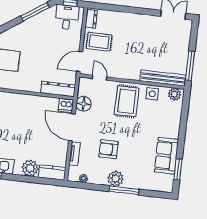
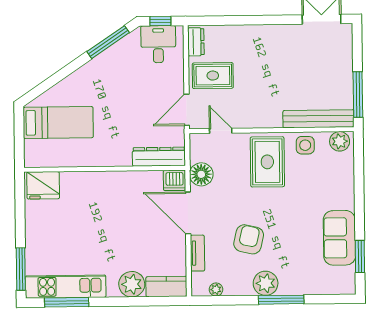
armchair: (108, 149) -> (249, 239), turned 103

